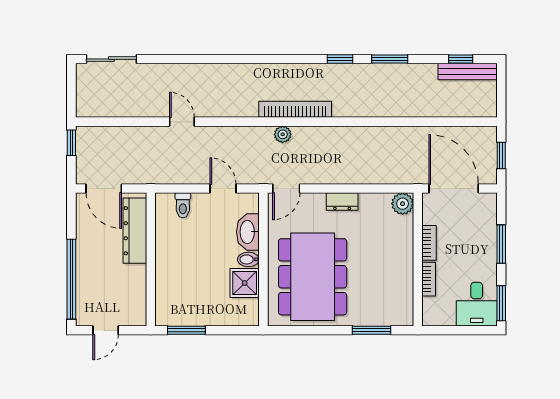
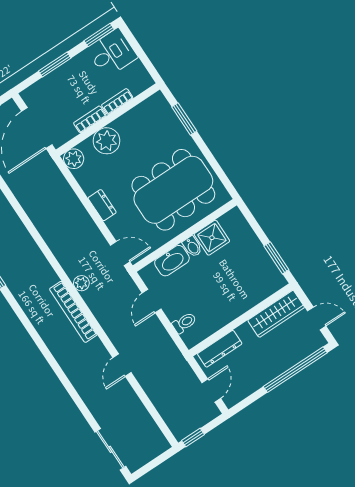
bookcase: (295, 109) -> (73, 312), moved
door: (104, 188) -> (211, 391), width x0.73
dresser: (135, 231) -> (220, 349), width x0.73, depth x0.80
plant: (399, 245) -> (107, 141), added
wardrobe: (135, 296) -> (276, 314), added

